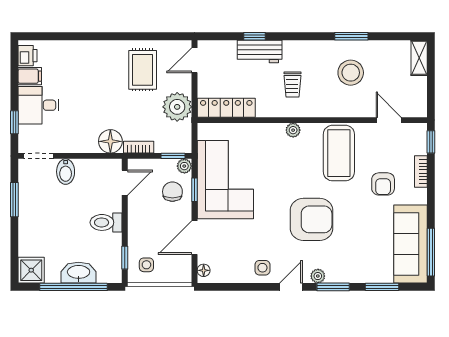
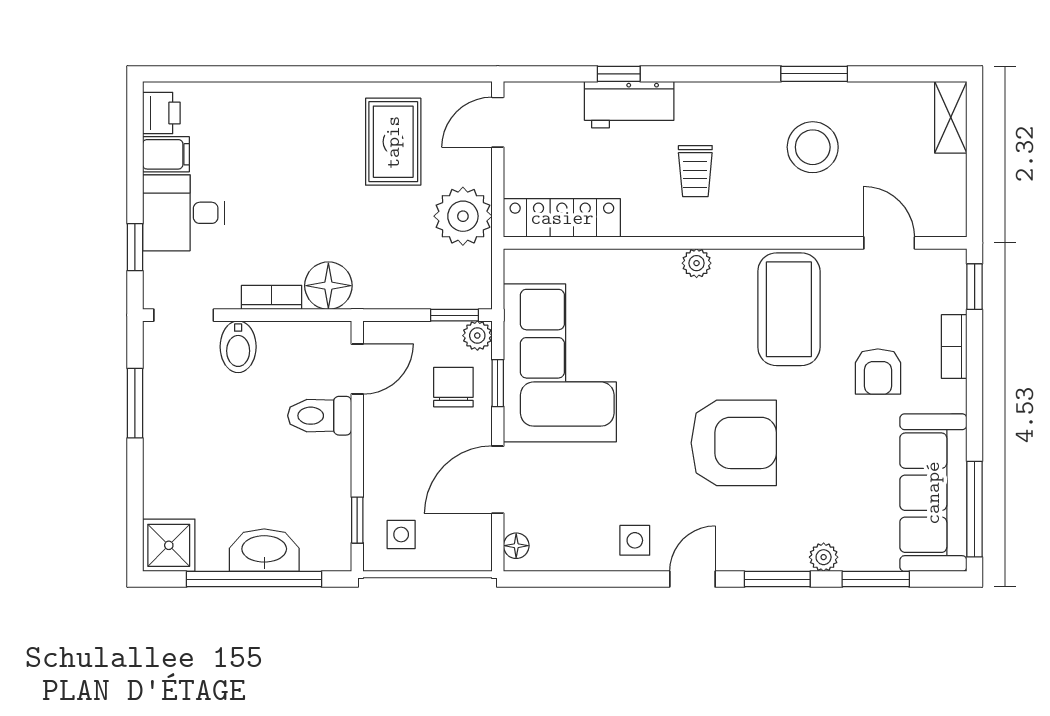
bookcase: (139, 147) -> (272, 297), moved
toilet: (106, 222) -> (320, 416), moved
plant: (318, 276) -> (824, 557), moved

